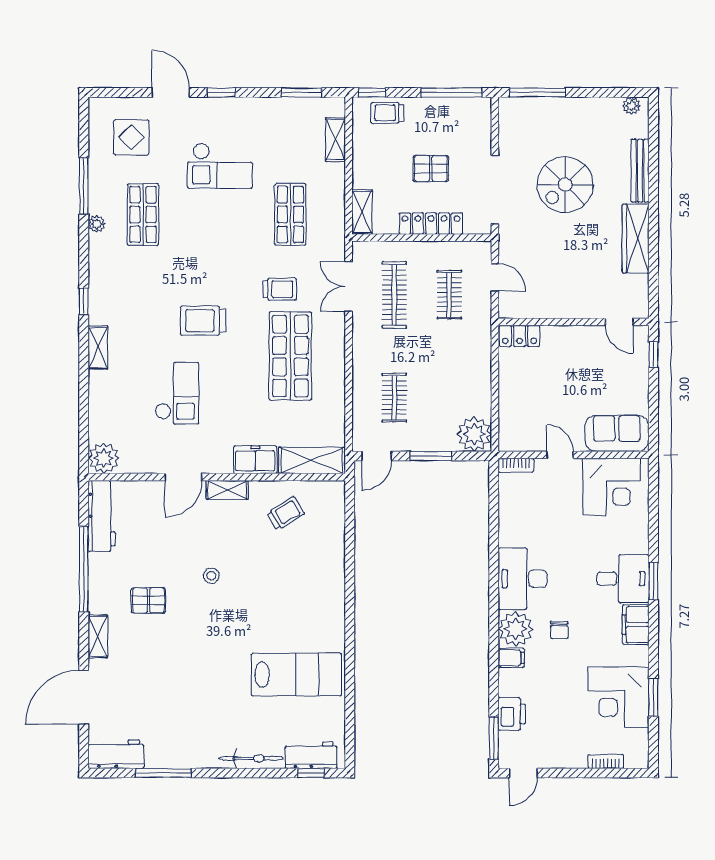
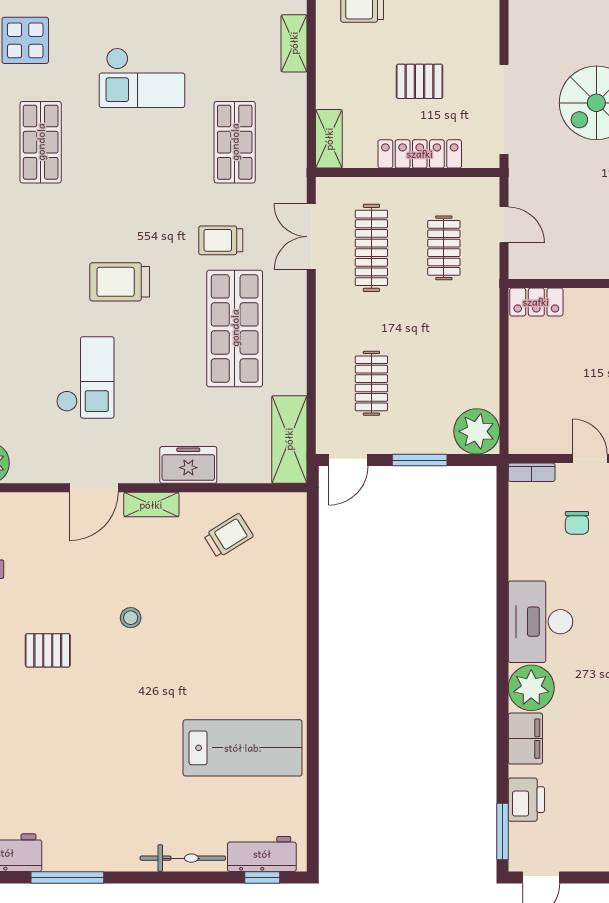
trolley: (280, 289) -> (221, 240), turned 180
shelving: (312, 460) -> (289, 439), moved, turned 90
chair: (559, 630) -> (577, 523), moved
filing cabinet: (511, 658) -> (525, 739), width x2.00

